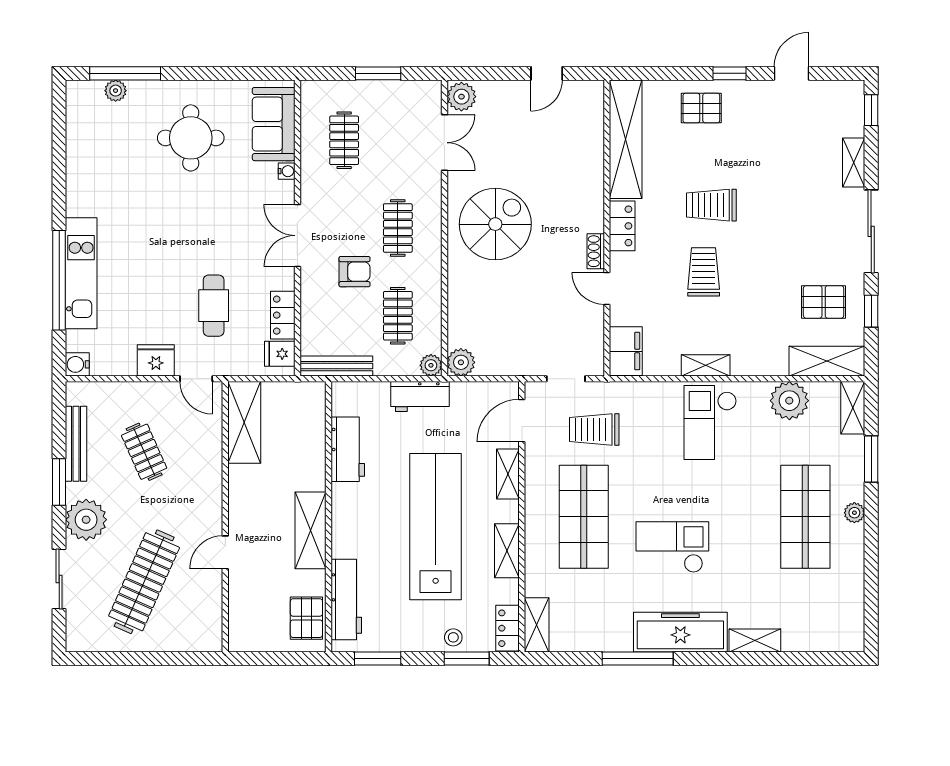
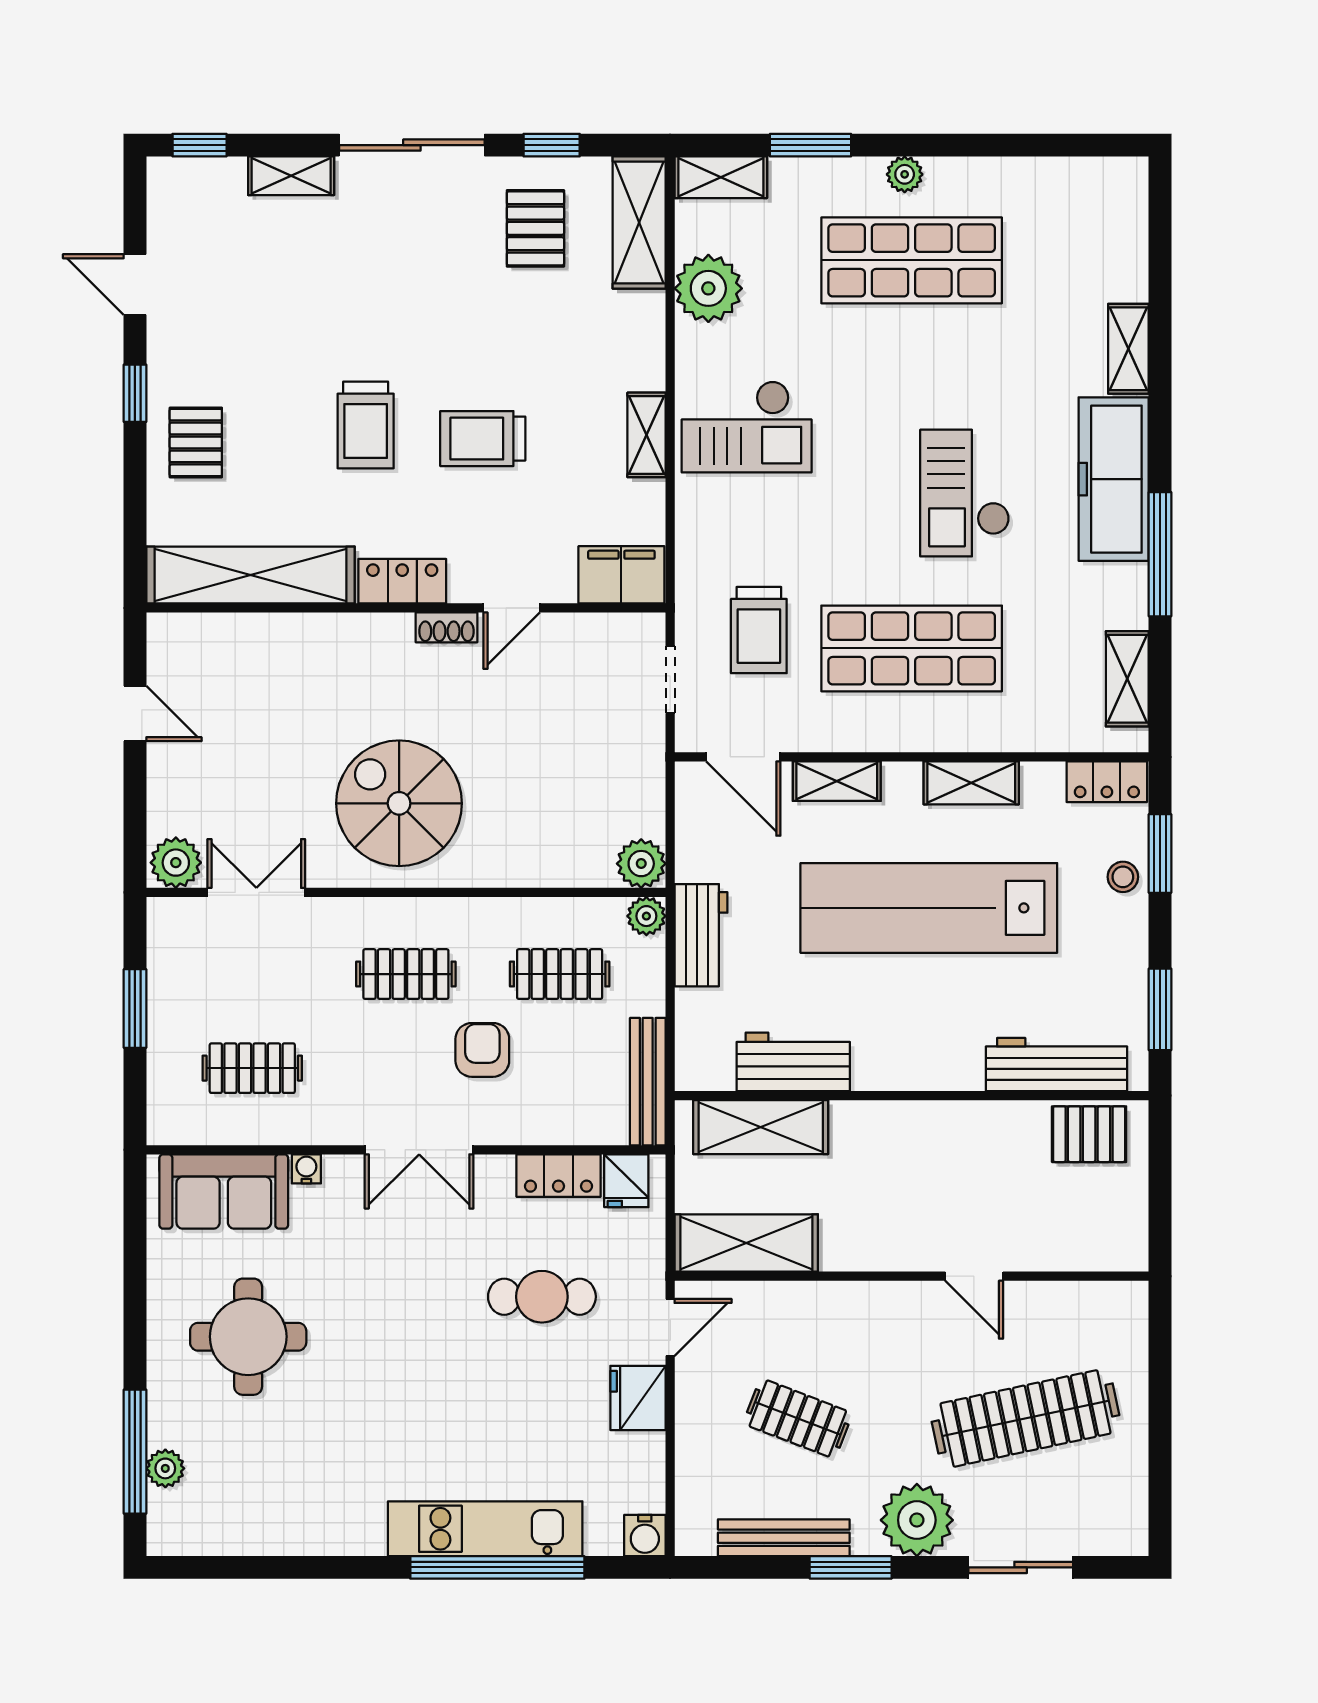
clothes rail: (144, 452) -> (798, 1418), turned 45
shelving: (310, 530) -> (761, 1127), moved
clothes rail: (144, 582) -> (1025, 1418), turned -36
shelving: (537, 625) -> (1127, 679), moved, turned 90

